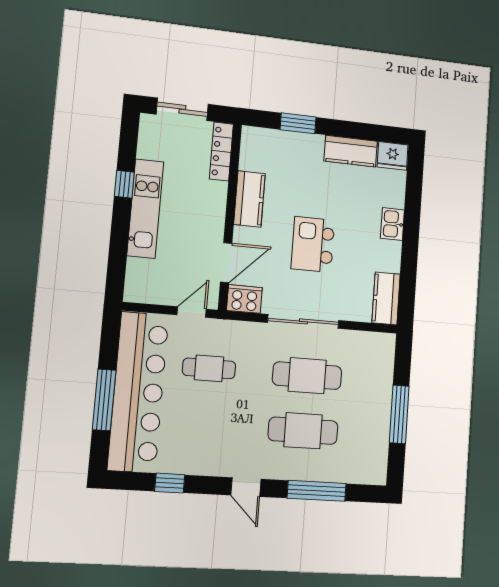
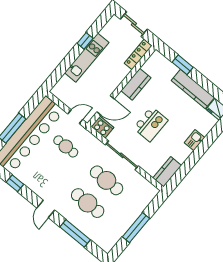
kitchen counter: (351, 151) -> (193, 89), width x1.50
kitchen island: (313, 244) -> (151, 124), turned 180

